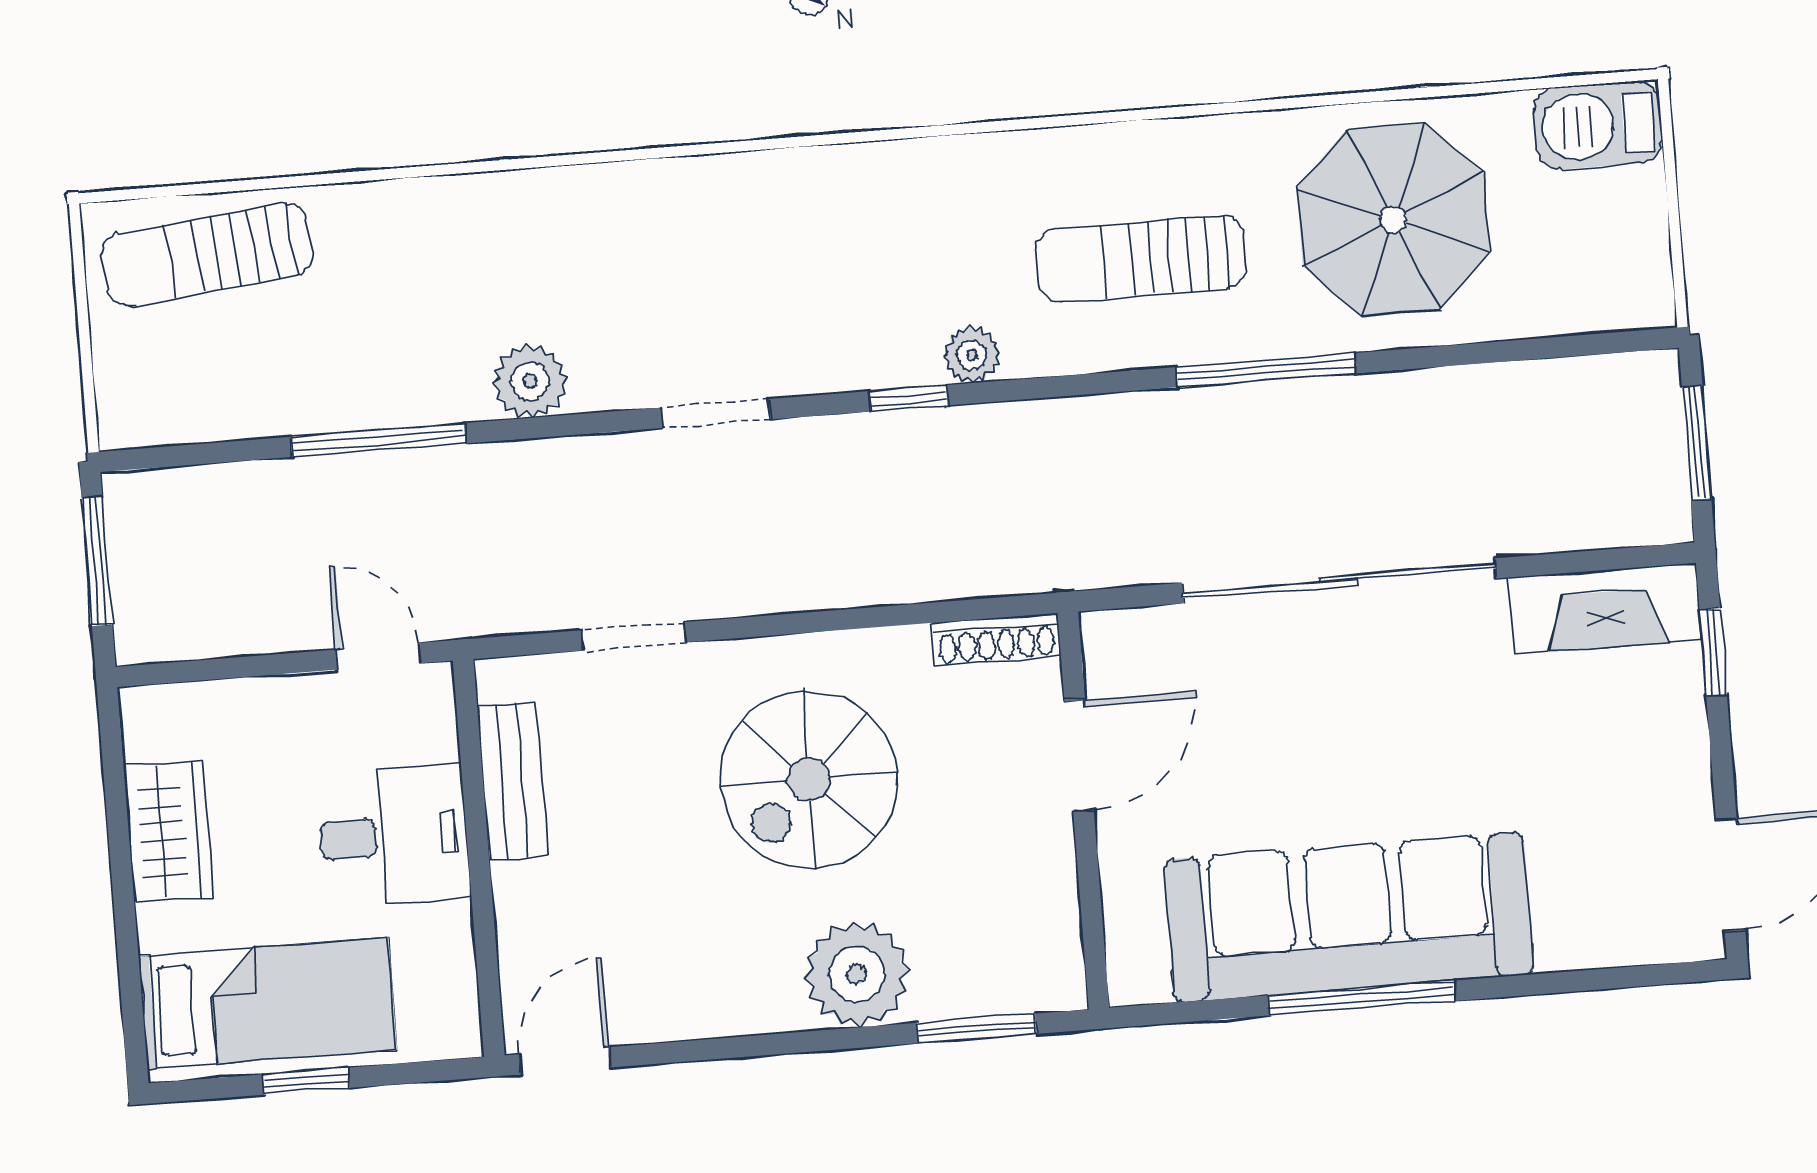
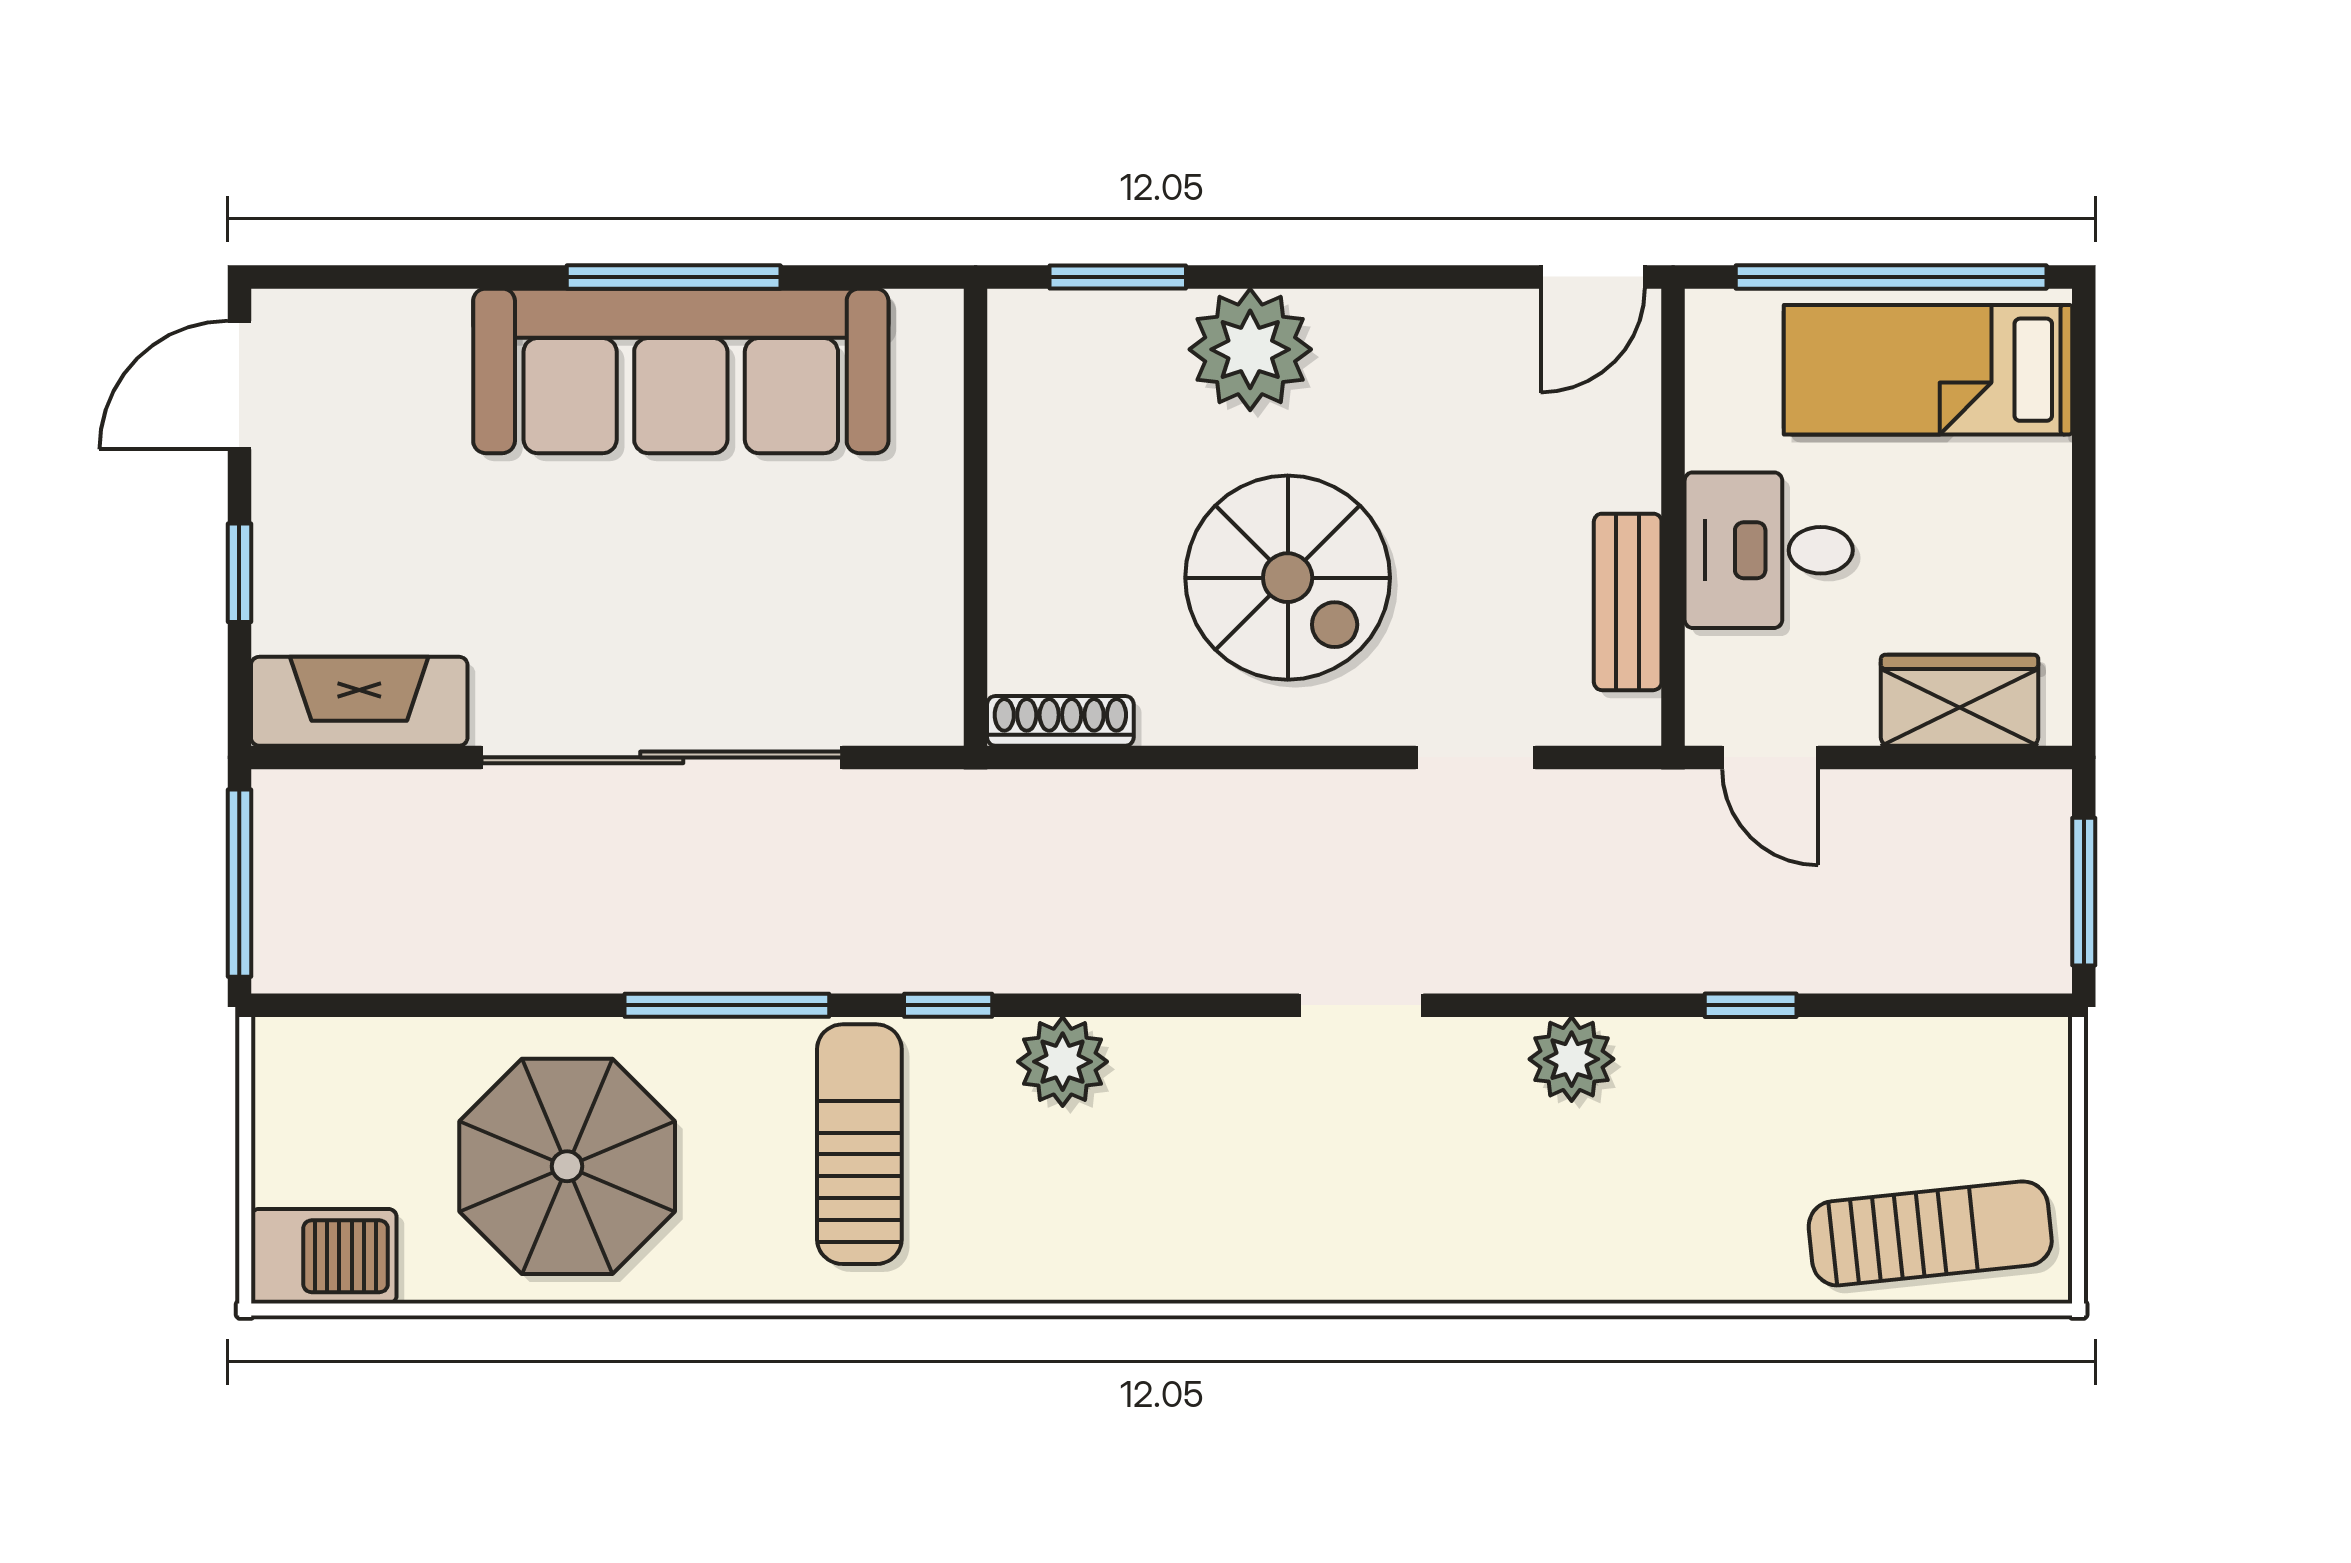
sun lounger: (1141, 259) -> (859, 1144), turned -90
plant: (972, 355) -> (1063, 1062), width x1.38, depth x1.38
window: (908, 398) -> (948, 1005), moved
window: (378, 440) -> (1751, 1005), width x0.46
window: (1697, 443) -> (239, 883), width x1.44
window: (1713, 652) -> (239, 573), moved
door: (1079, 756) -> (976, 580), removed
spiral stairs: (809, 779) -> (1288, 578), turned 90
wardrobe: (168, 832) -> (1960, 700), moved, turned 90
window: (306, 1081) -> (1891, 277), width x3.17

